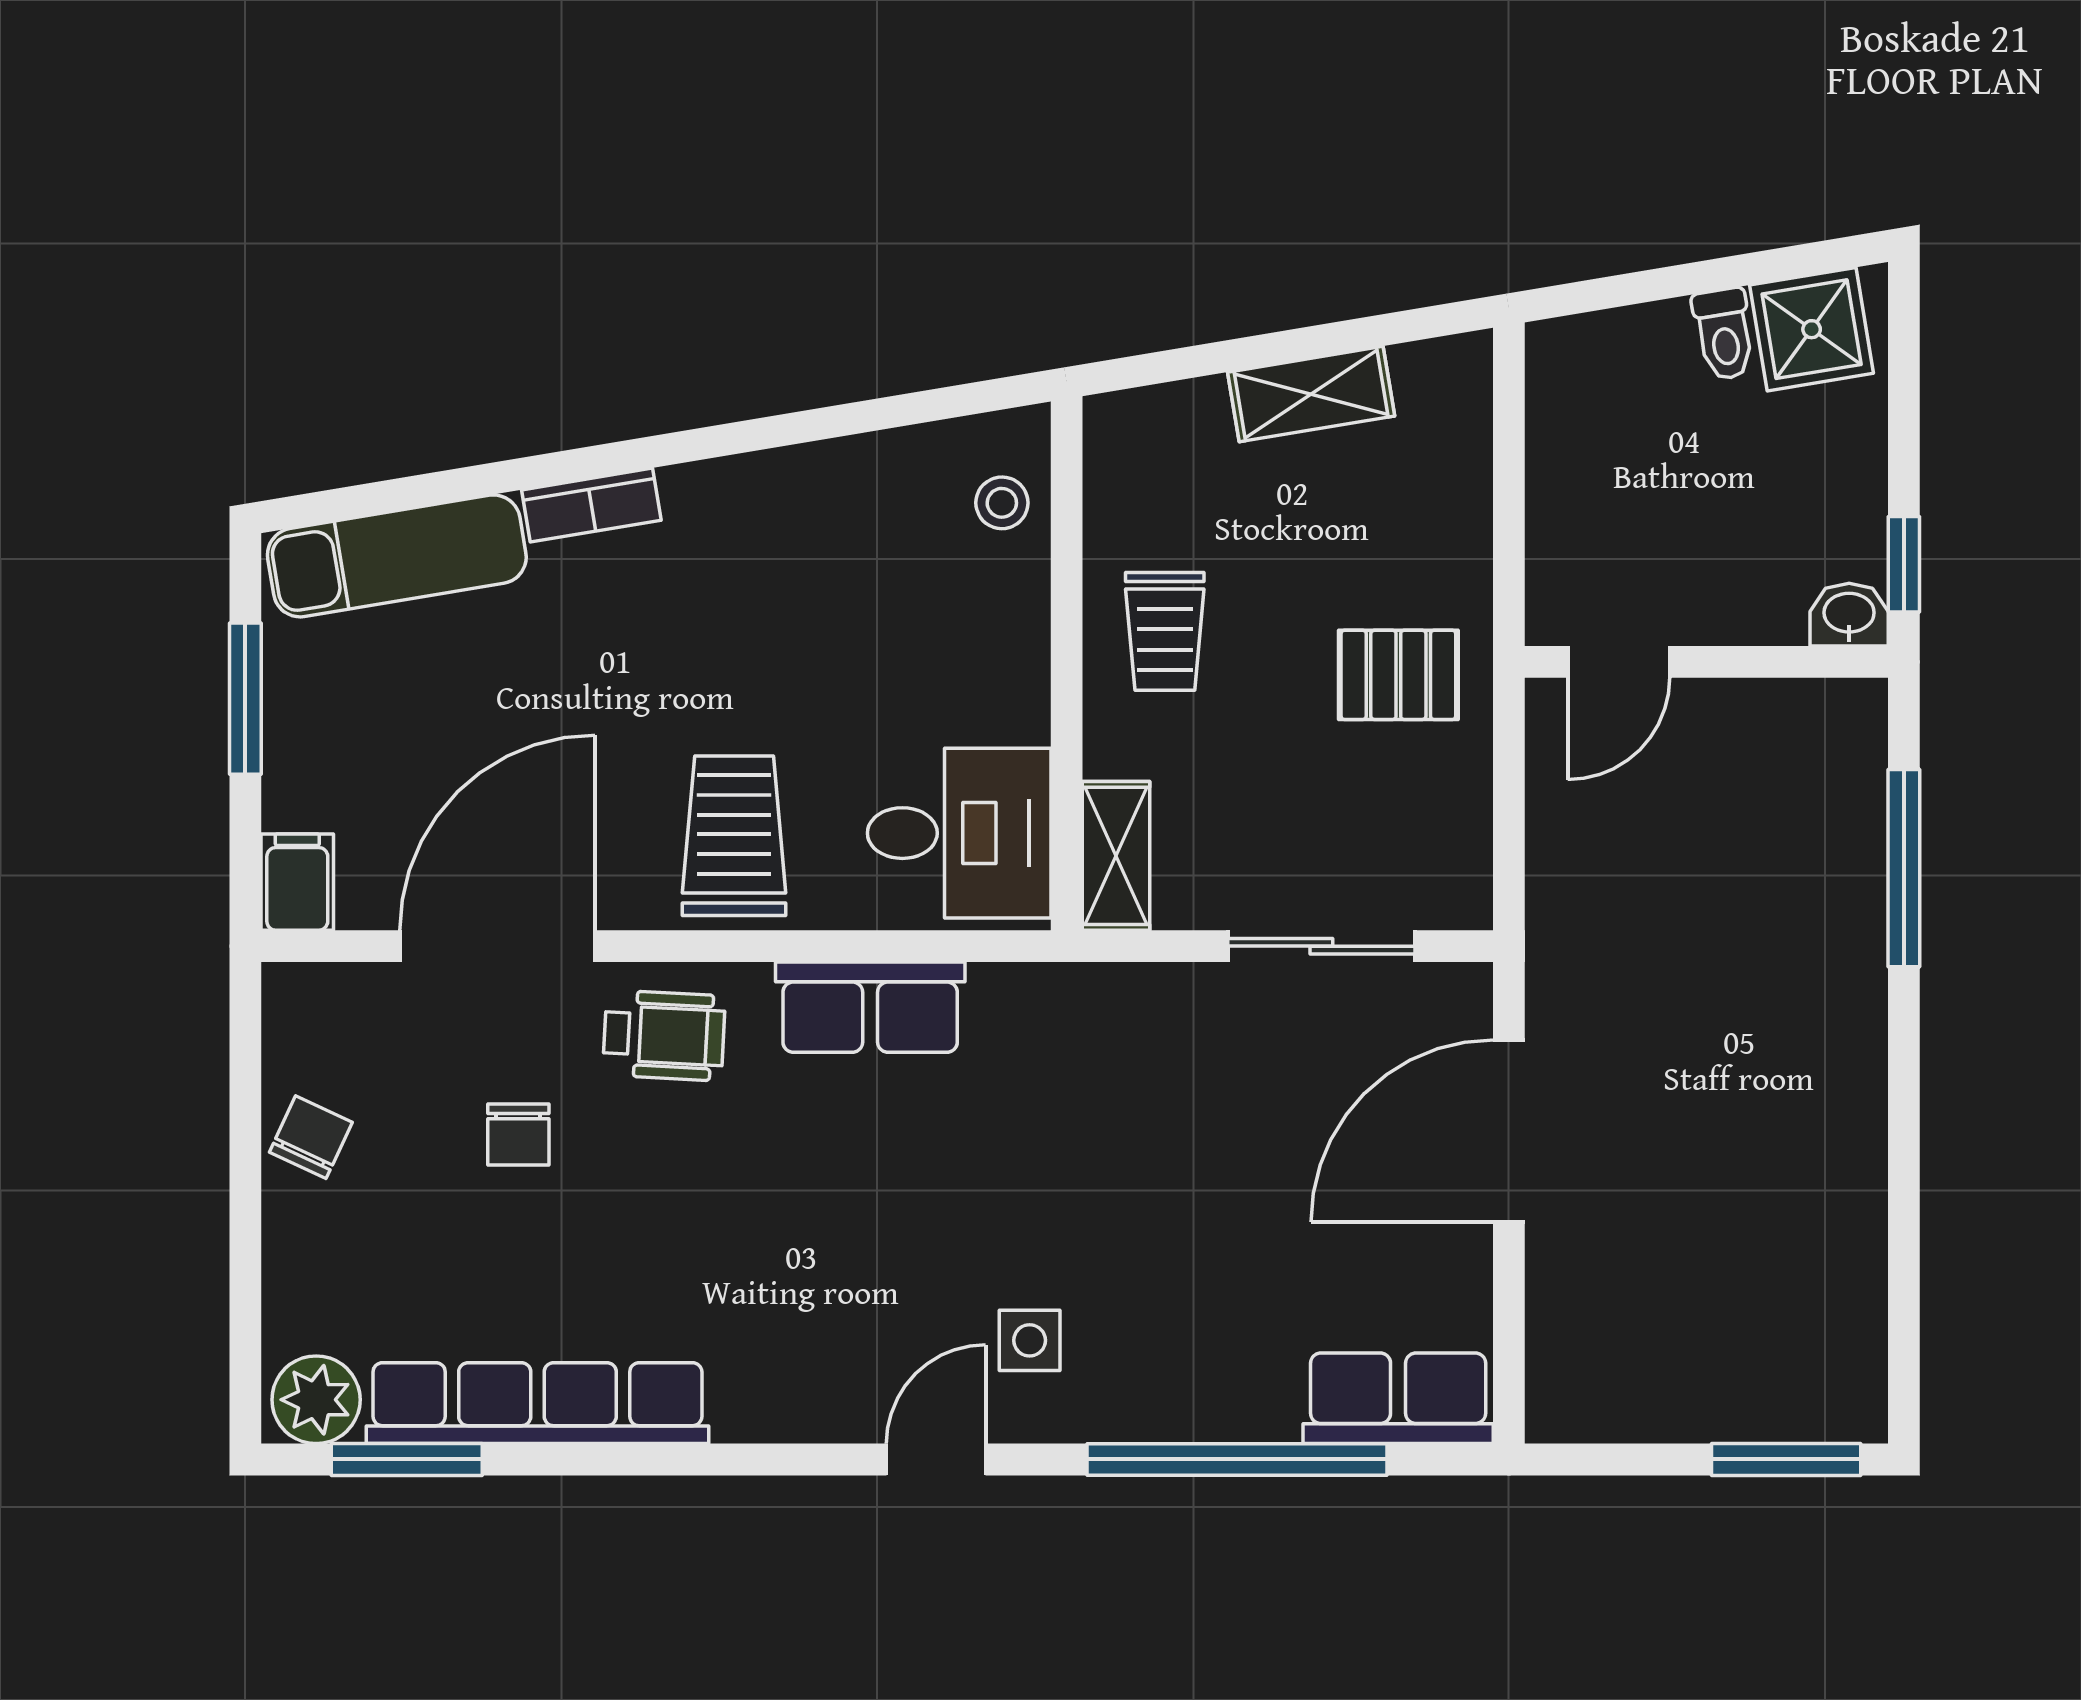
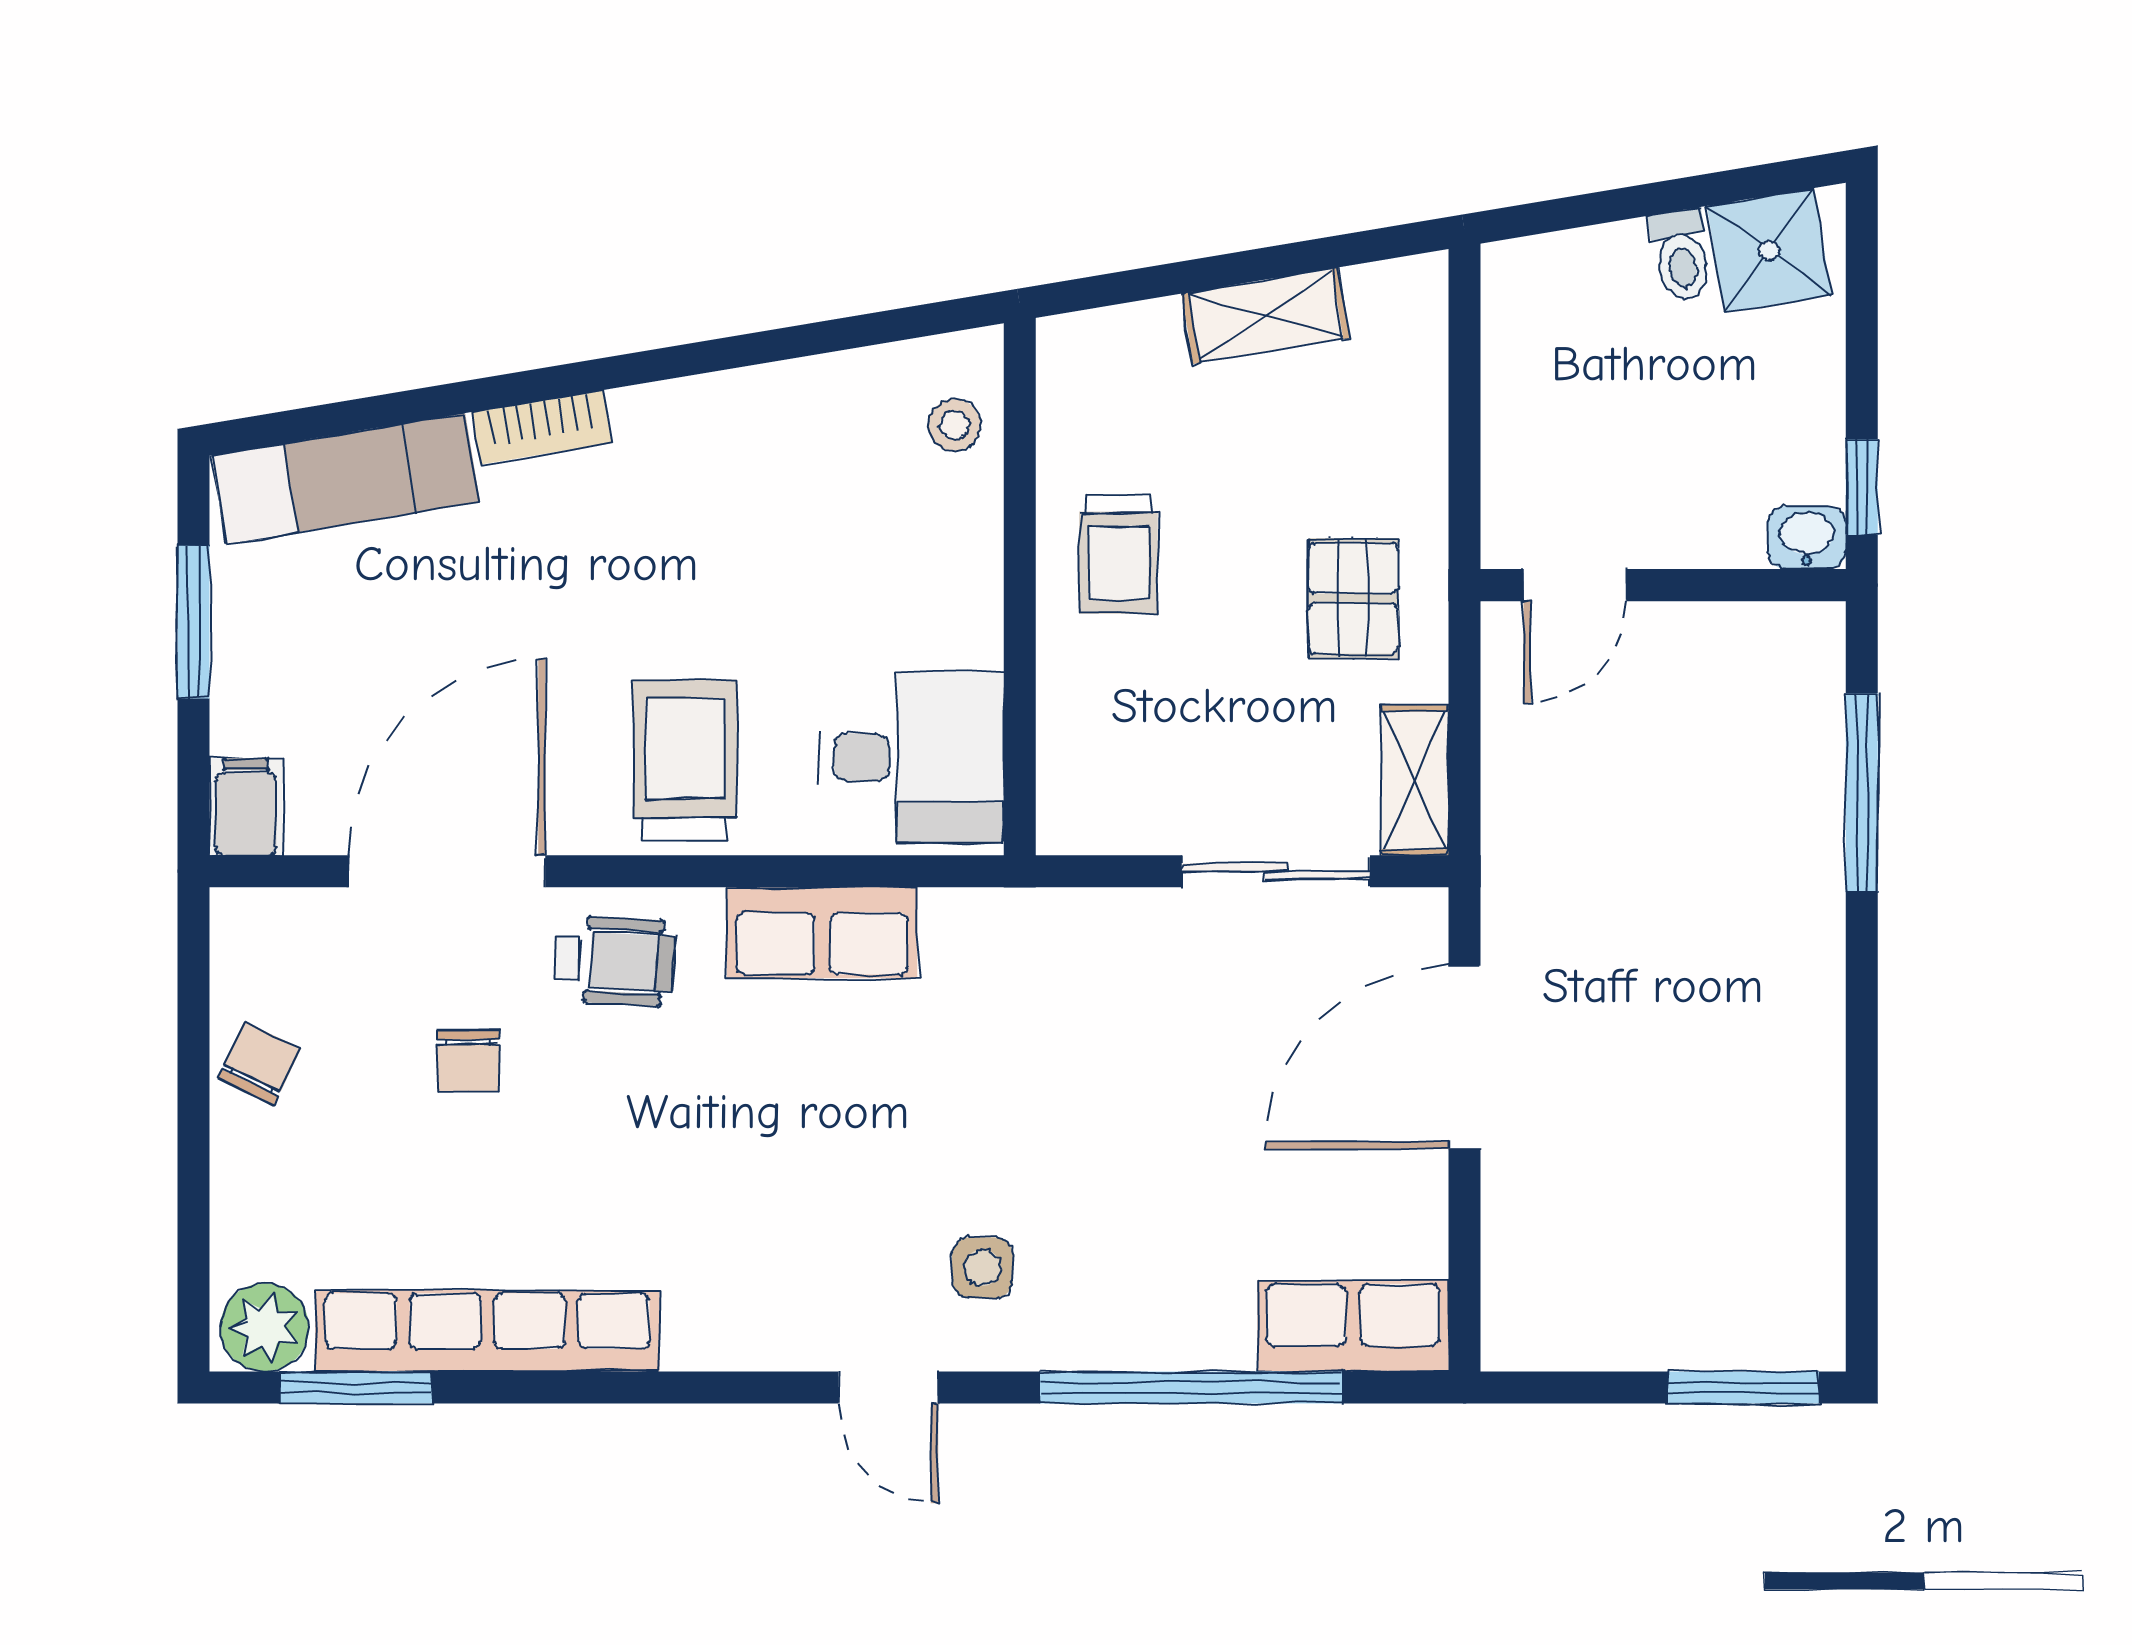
pallet: (1398, 675) -> (1353, 598), turned 90
shelving: (1116, 856) -> (1415, 780), moved
door: (936, 1459) -> (888, 1388), swing flipped

